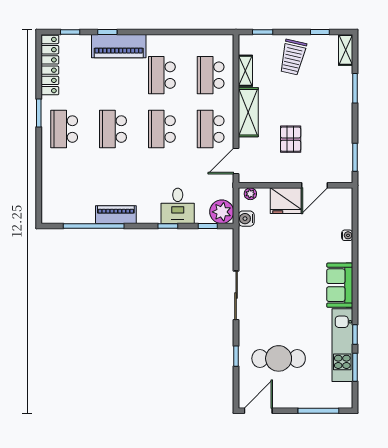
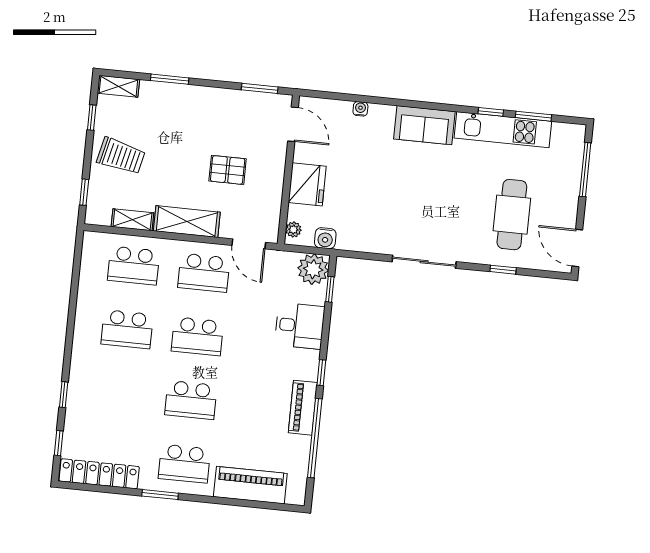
piano: (119, 46) -> (250, 485), moved, turned -90
door: (314, 185) -> (293, 124), moved
window: (168, 226) -> (321, 373), moved

